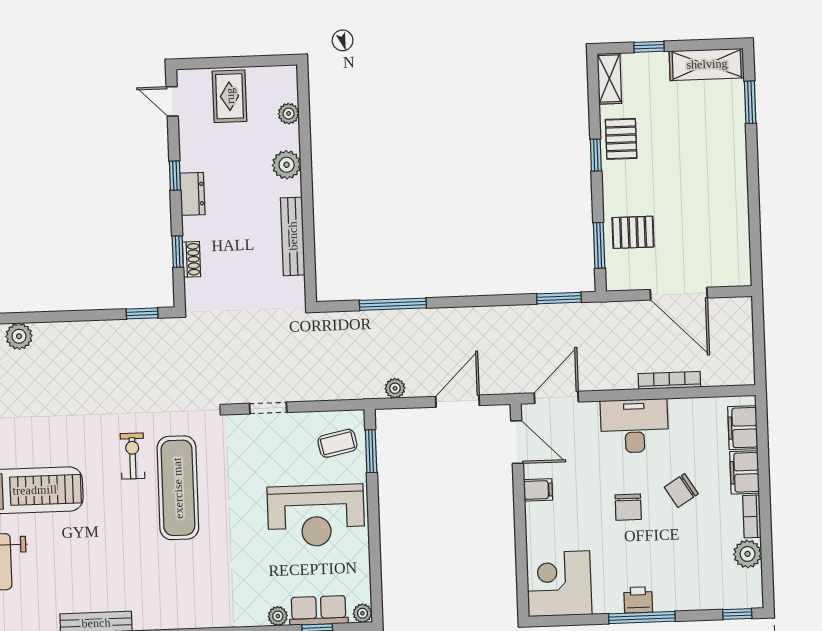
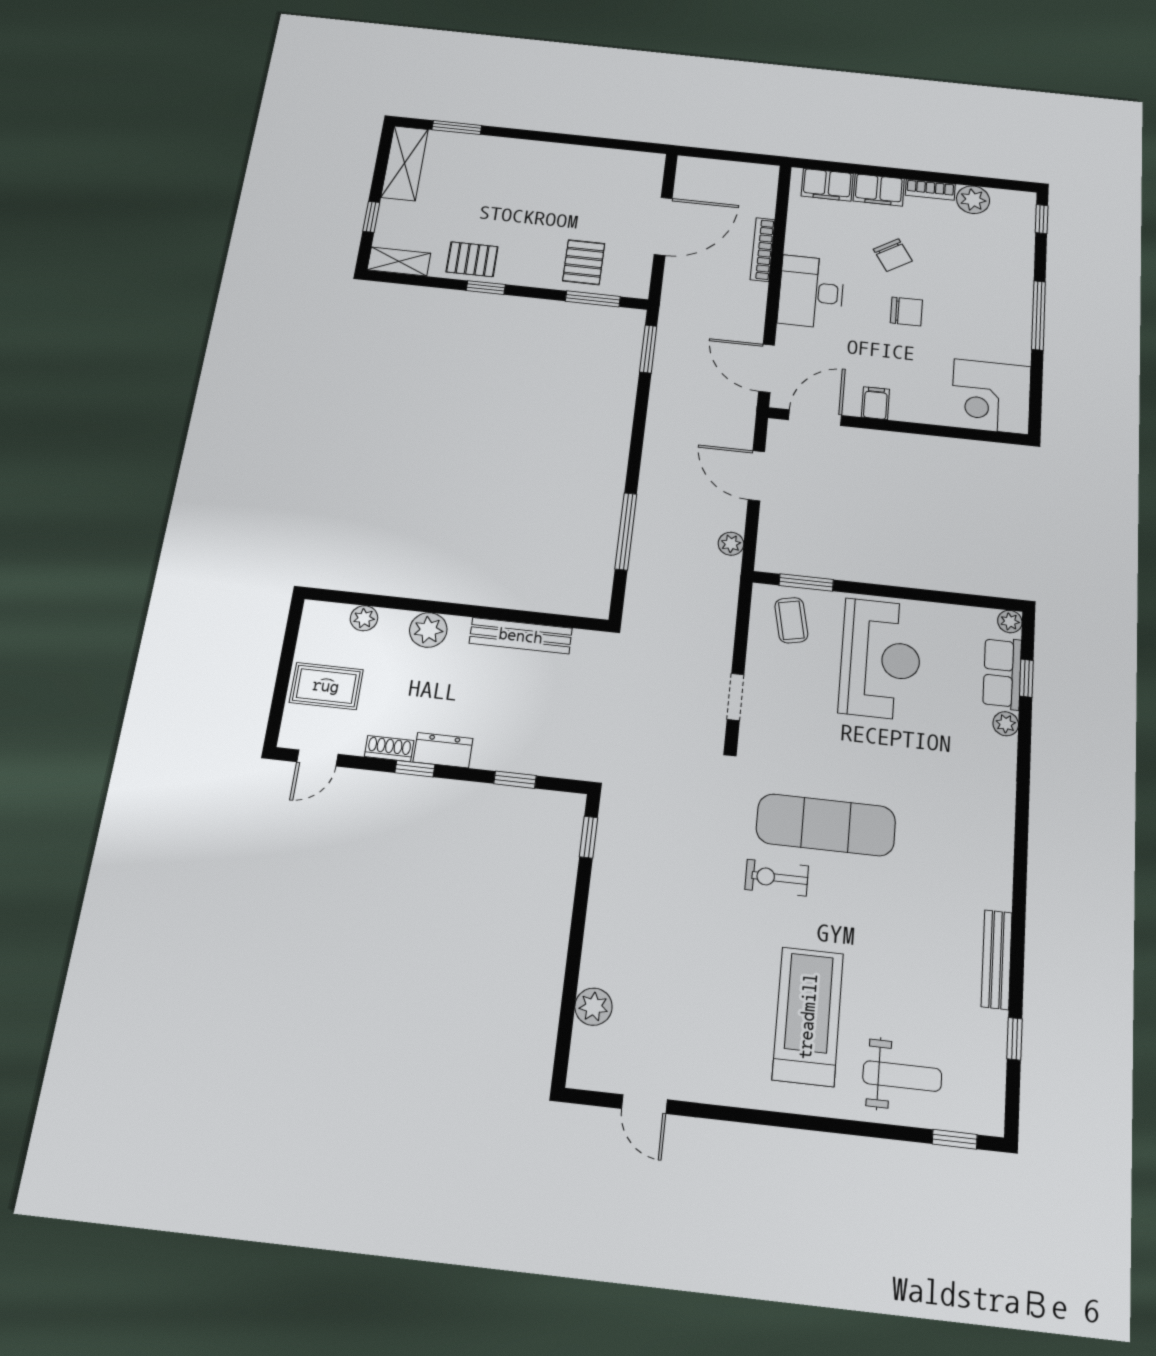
shoe rack: (191, 259) -> (389, 749), moved
printer: (638, 600) -> (1017, 316), removed

